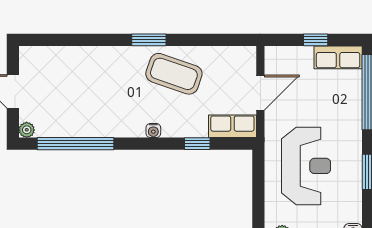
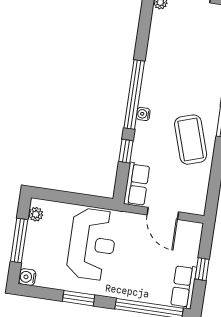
coffee table: (174, 74) -> (191, 140), turned -37
window: (75, 144) -> (134, 94), moved
reception desk: (306, 166) -> (92, 244), turned -90

